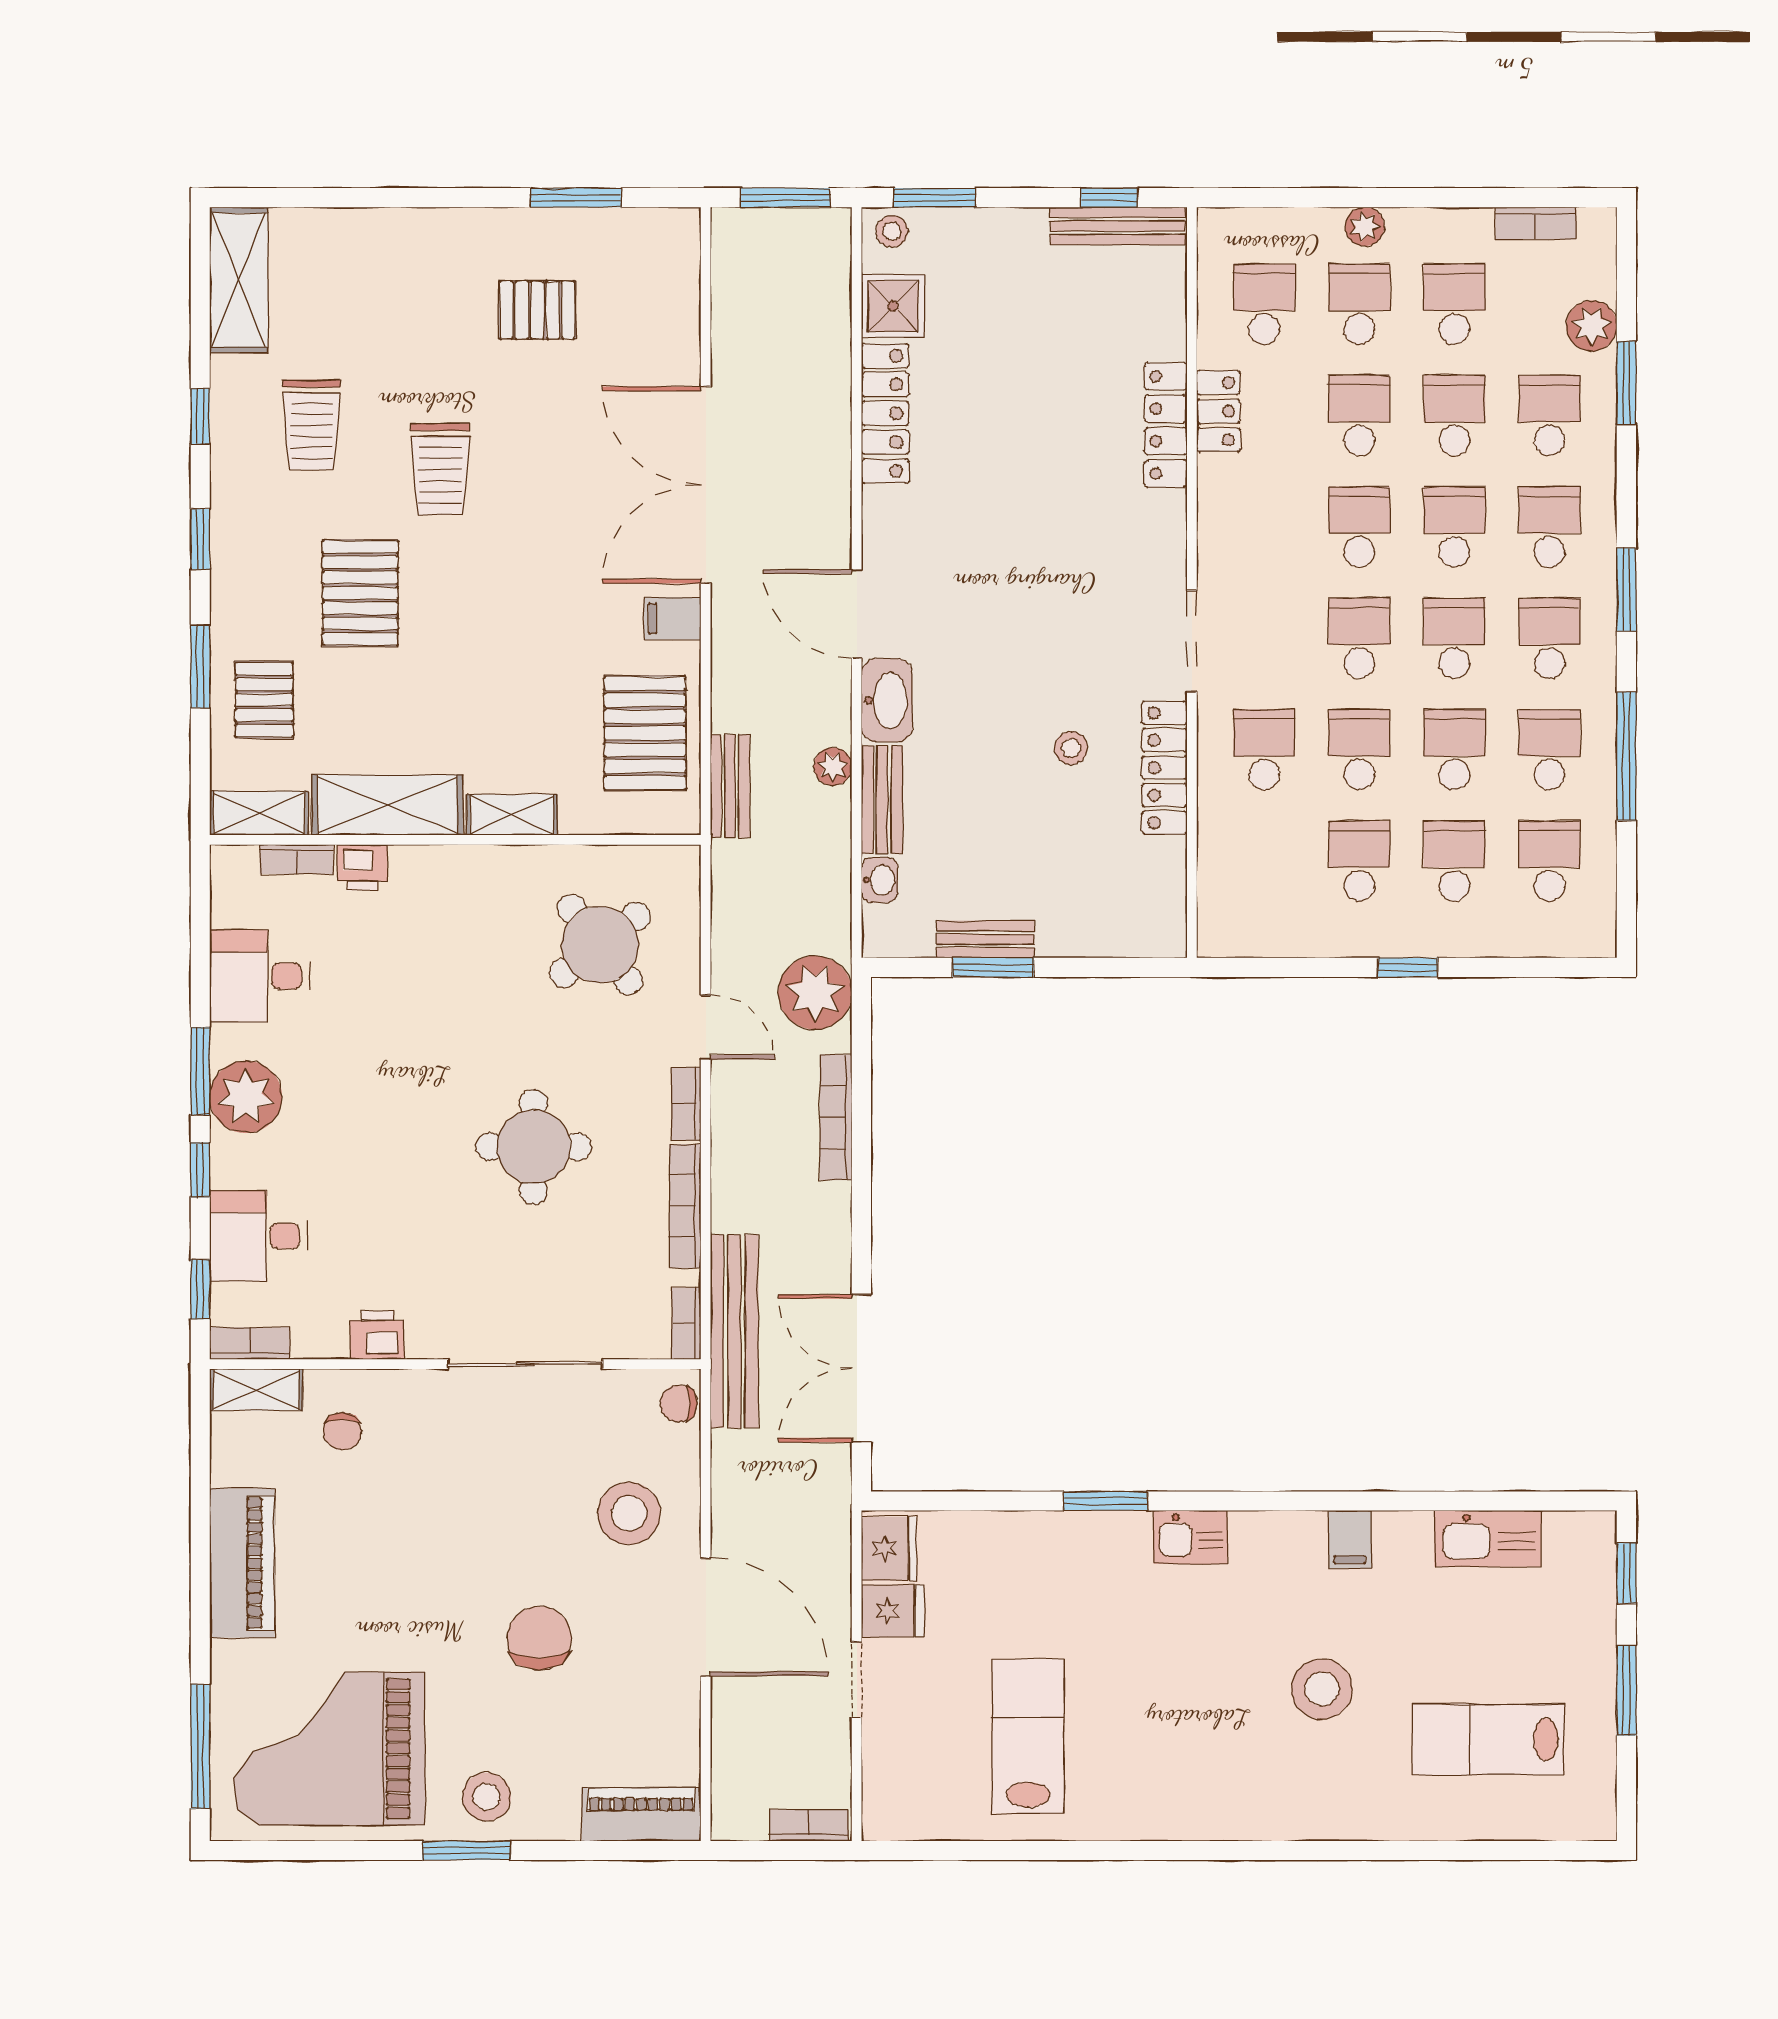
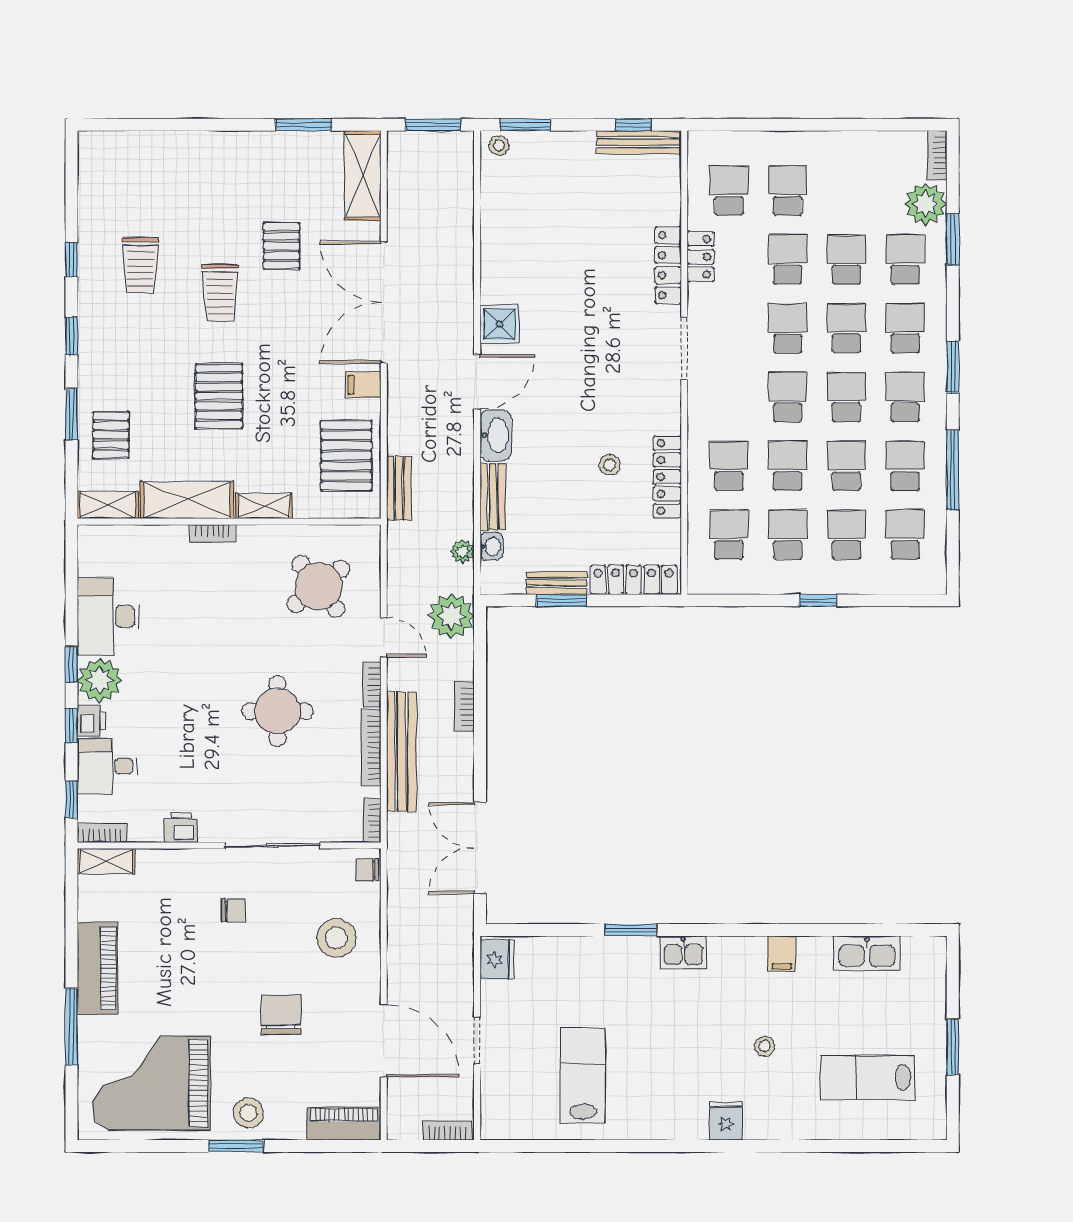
bookcase: (1536, 223) -> (937, 155), moved, turned 90
plant: (1365, 227) -> (791, 143), removed
shelving: (239, 280) -> (363, 176), moved
school desk: (1454, 304) -> (729, 535), moved
shower: (893, 306) -> (500, 324), moved
pallet: (537, 310) -> (281, 246), moved, turned 90
plant: (1592, 326) -> (926, 204), width x1.36, depth x1.36
locker: (885, 413) -> (634, 580), moved, turned -90
pallet: (360, 593) -> (219, 396), moved
door: (857, 614) -> (477, 382), swing flipped
doorway: (1192, 641) -> (684, 348), moved
plant: (833, 767) -> (462, 552), moved
bookcase: (297, 859) -> (212, 534), moved
printer: (362, 867) -> (91, 721), moved, turned -90
desk: (260, 976) -> (108, 616), width x1.37
window: (200, 1071) -> (72, 664), width x0.67
bookcase: (836, 1117) -> (464, 707), width x0.64
bench: (734, 1331) -> (402, 752), moved
chair: (342, 1431) -> (233, 910), moved, turned -90
window: (1626, 1573) -> (953, 975), removed
fridge: (893, 1611) -> (726, 1121), moved, turned -90
door: (706, 1617) -> (384, 1041), moved
stool: (1322, 1689) -> (765, 1046), width x0.53, depth x0.53
window: (200, 1746) -> (72, 1026), moved

